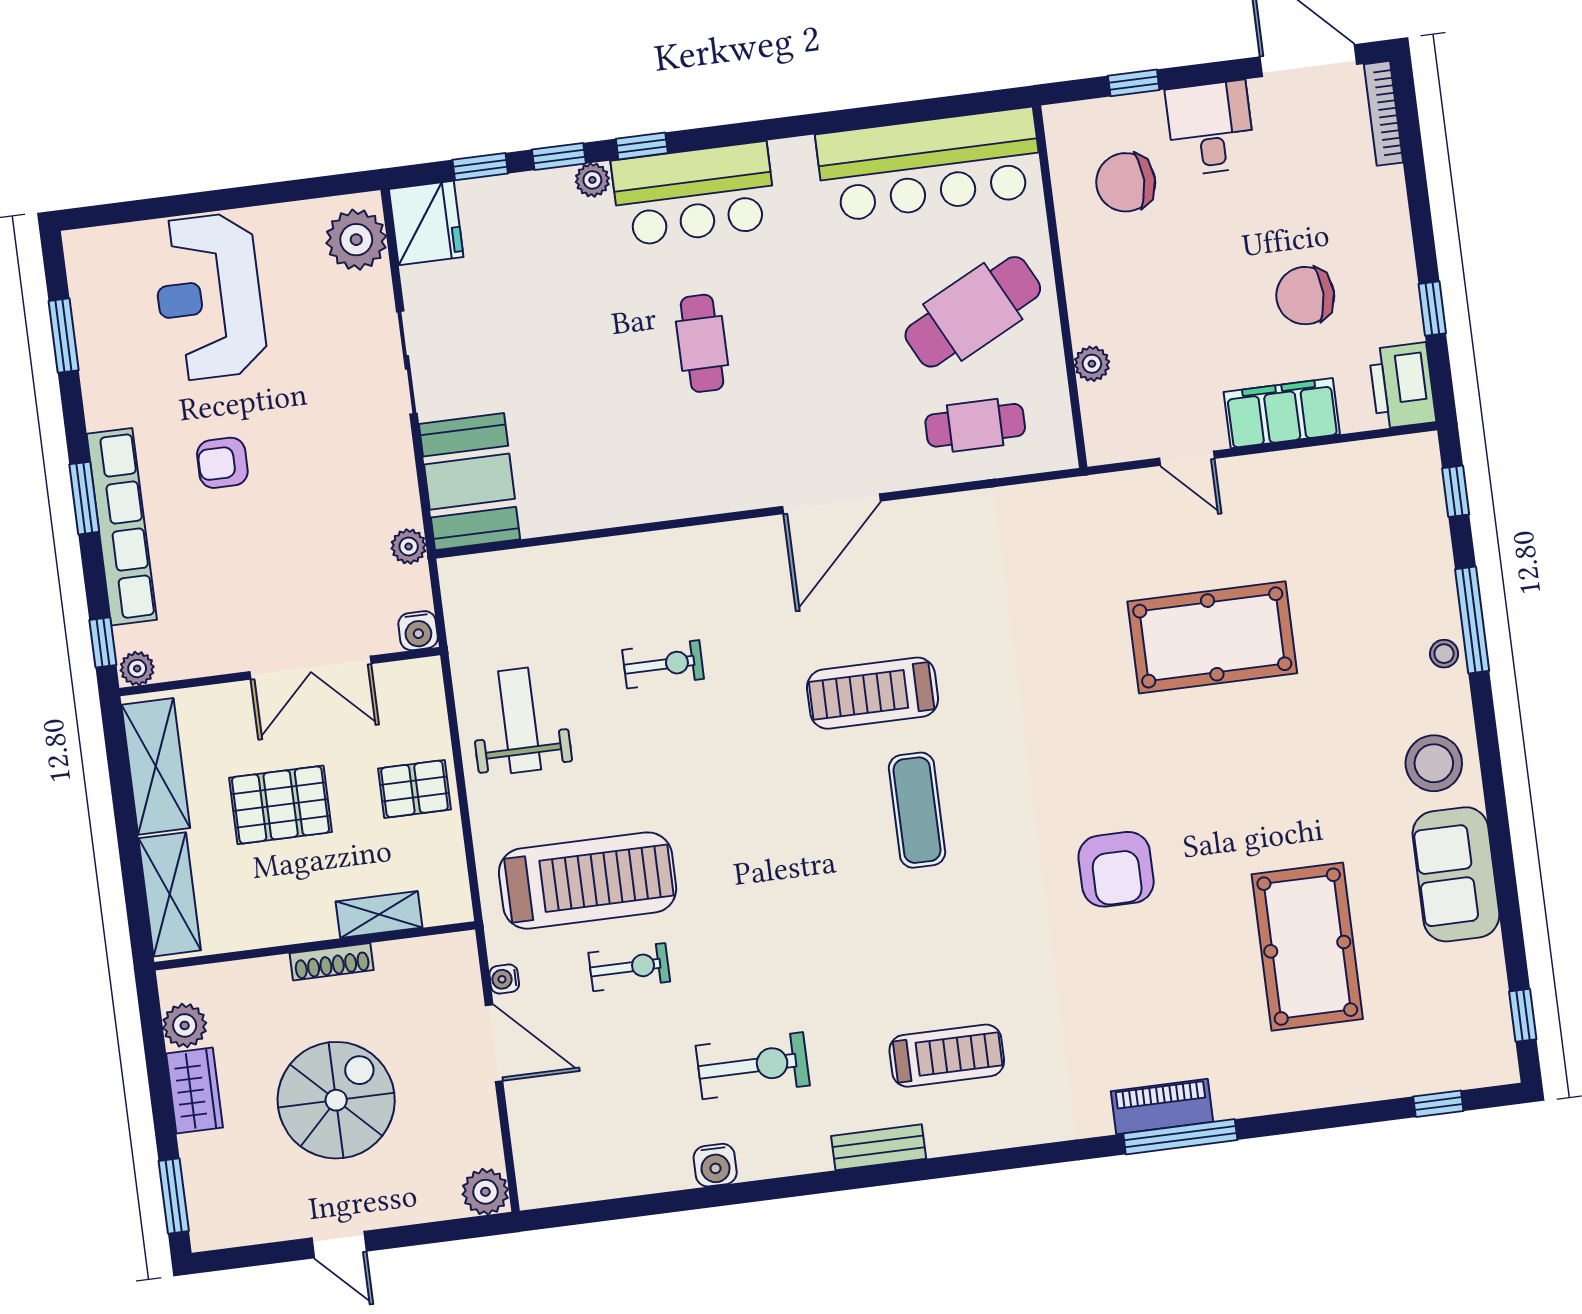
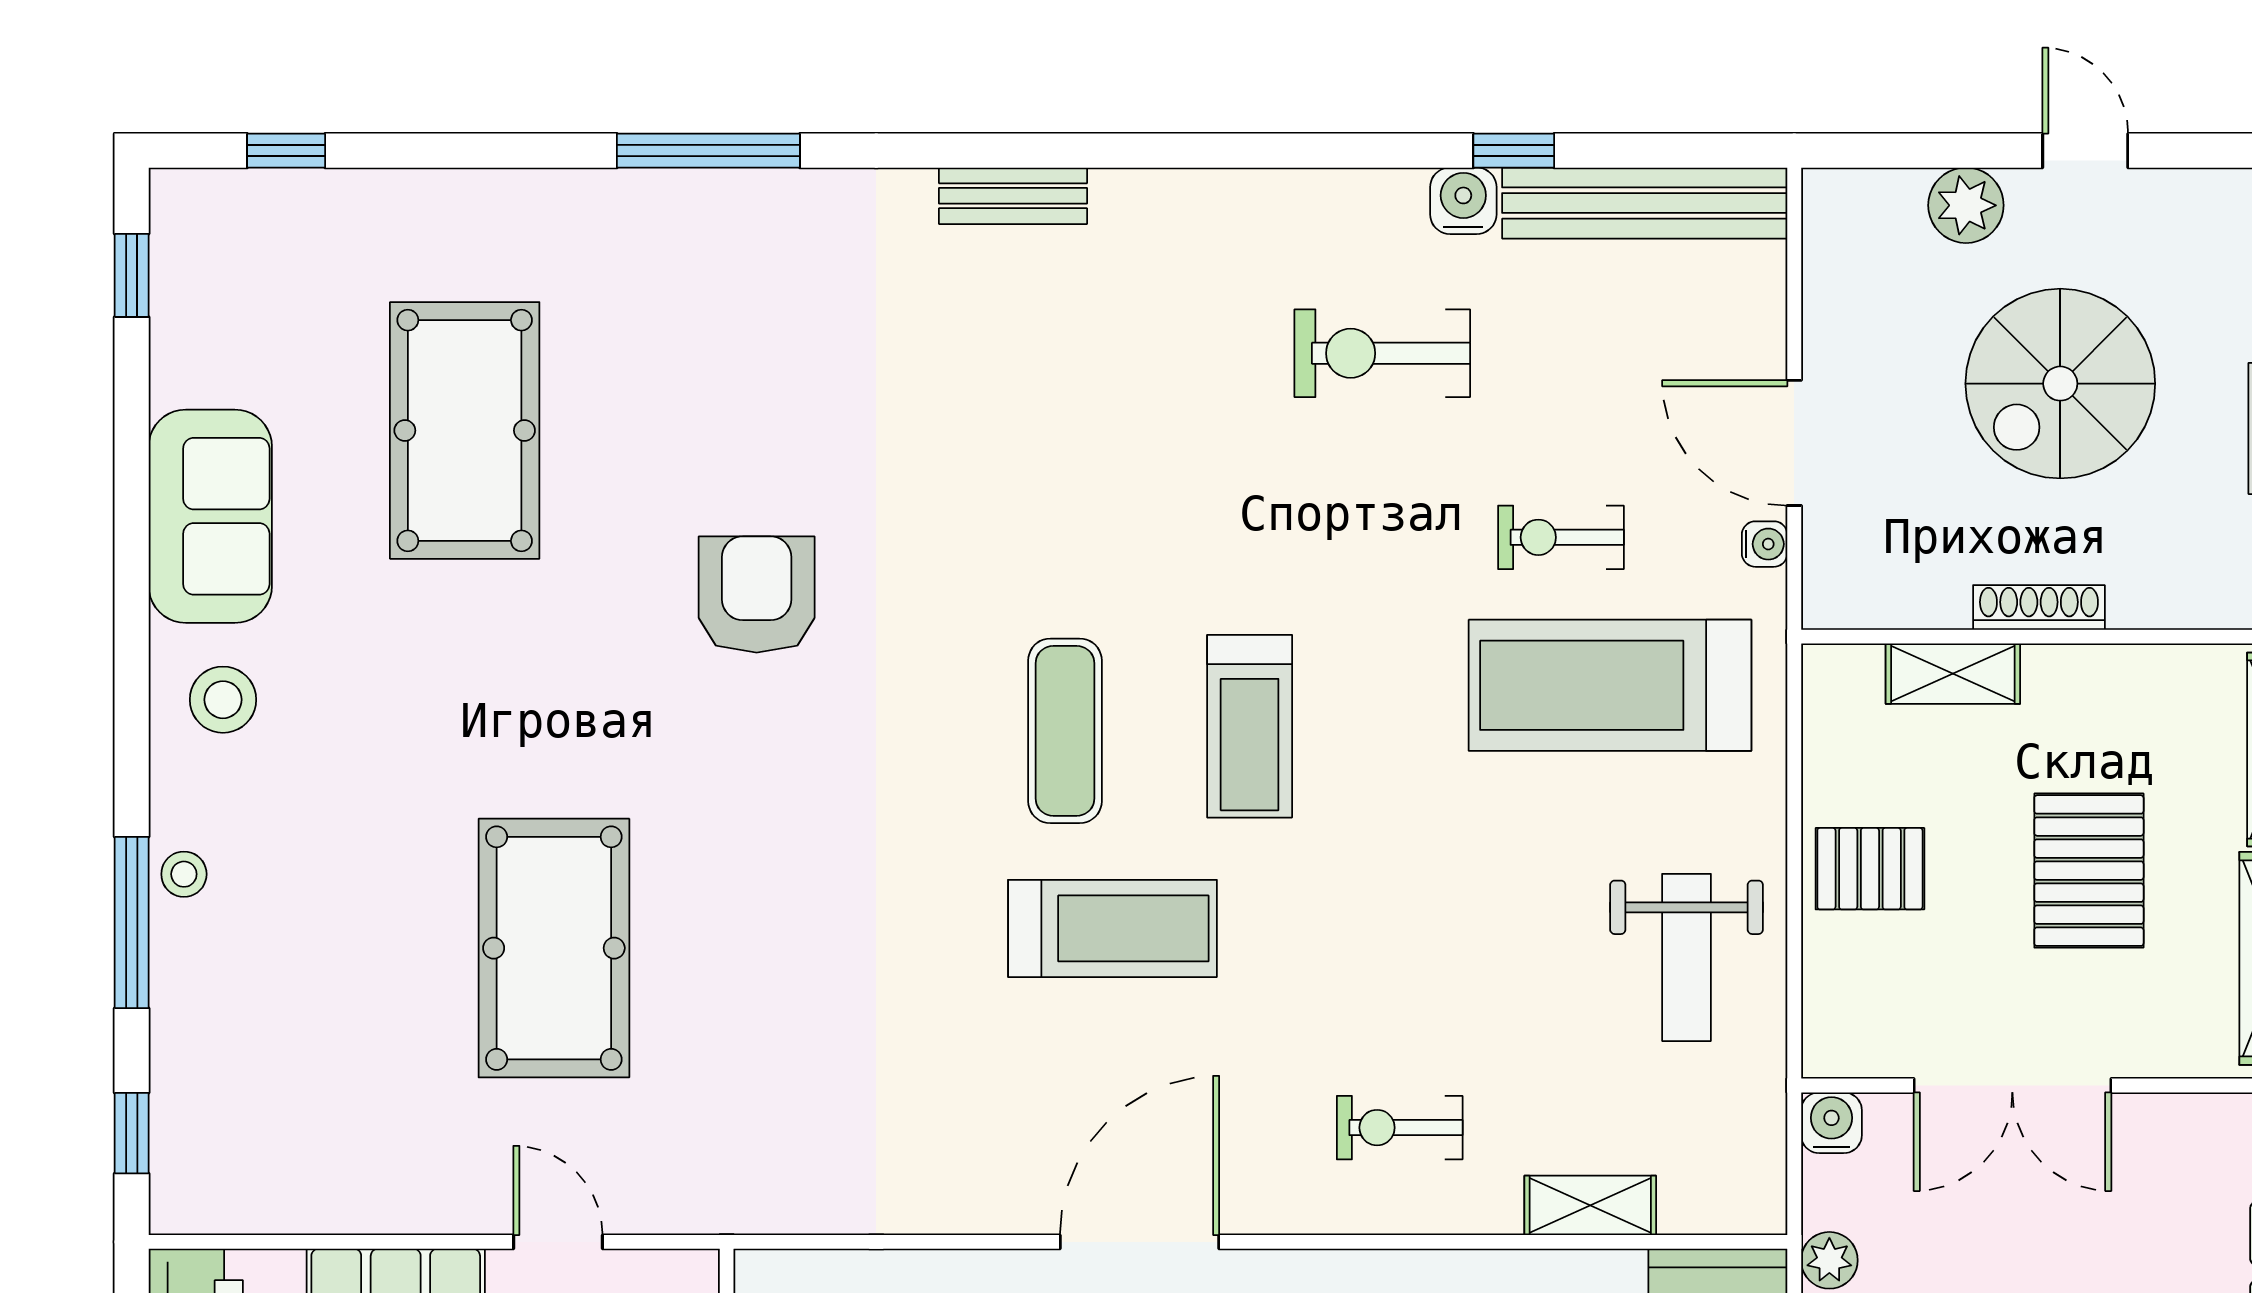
shelving: (559, 561) -> (1590, 1205), added
pool table: (1212, 637) -> (554, 948), turned 90
exercise bike: (663, 664) -> (1400, 1128), moved
double door: (310, 668) -> (2012, 1085), swing flipped
stool: (1434, 763) -> (223, 700), width x0.73, depth x0.73
pallet: (281, 805) -> (2089, 871), turned 90
treadmill: (947, 1056) -> (1250, 726), moved, turned -90
piano: (1162, 1107) -> (732, 203), removed
bench: (879, 1147) -> (1013, 196), moved
bench: (604, 1178) -> (1645, 203), added
plant: (485, 1192) -> (1966, 205), moved
window: (688, 1200) -> (1514, 151), added

